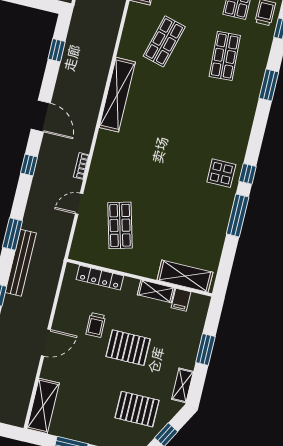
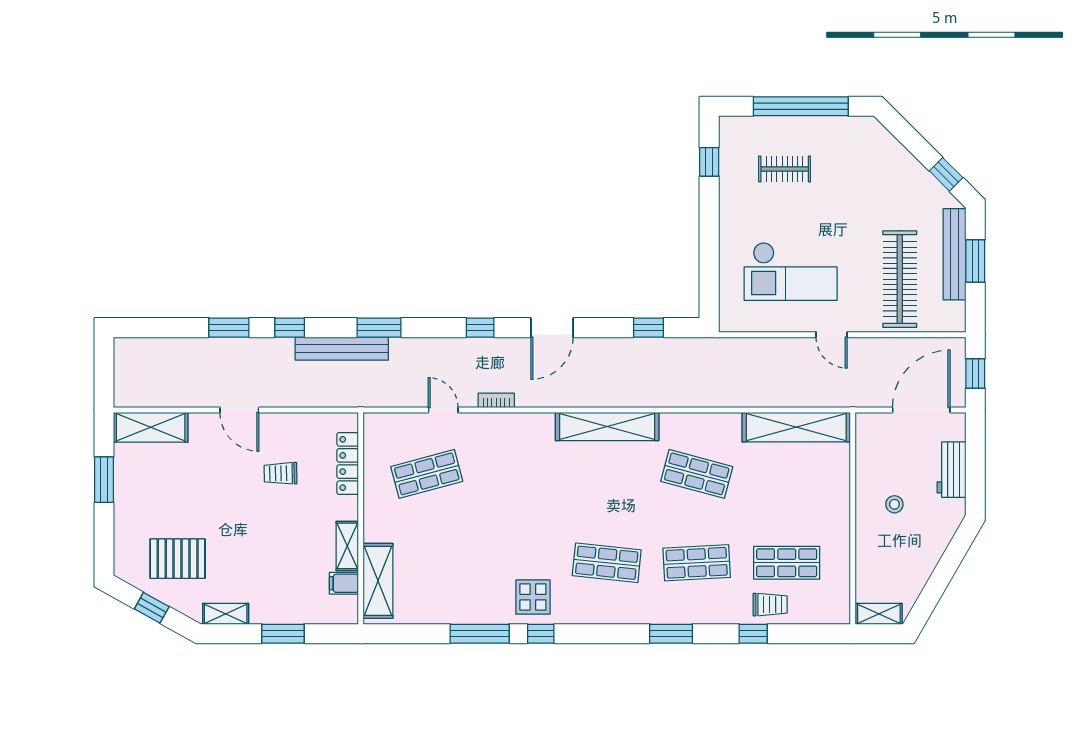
shop shelf: (210, 117) -> (607, 563), added
pallet: (128, 348) -> (260, 526), removed
pallet: (137, 409) -> (178, 559), turned 90

